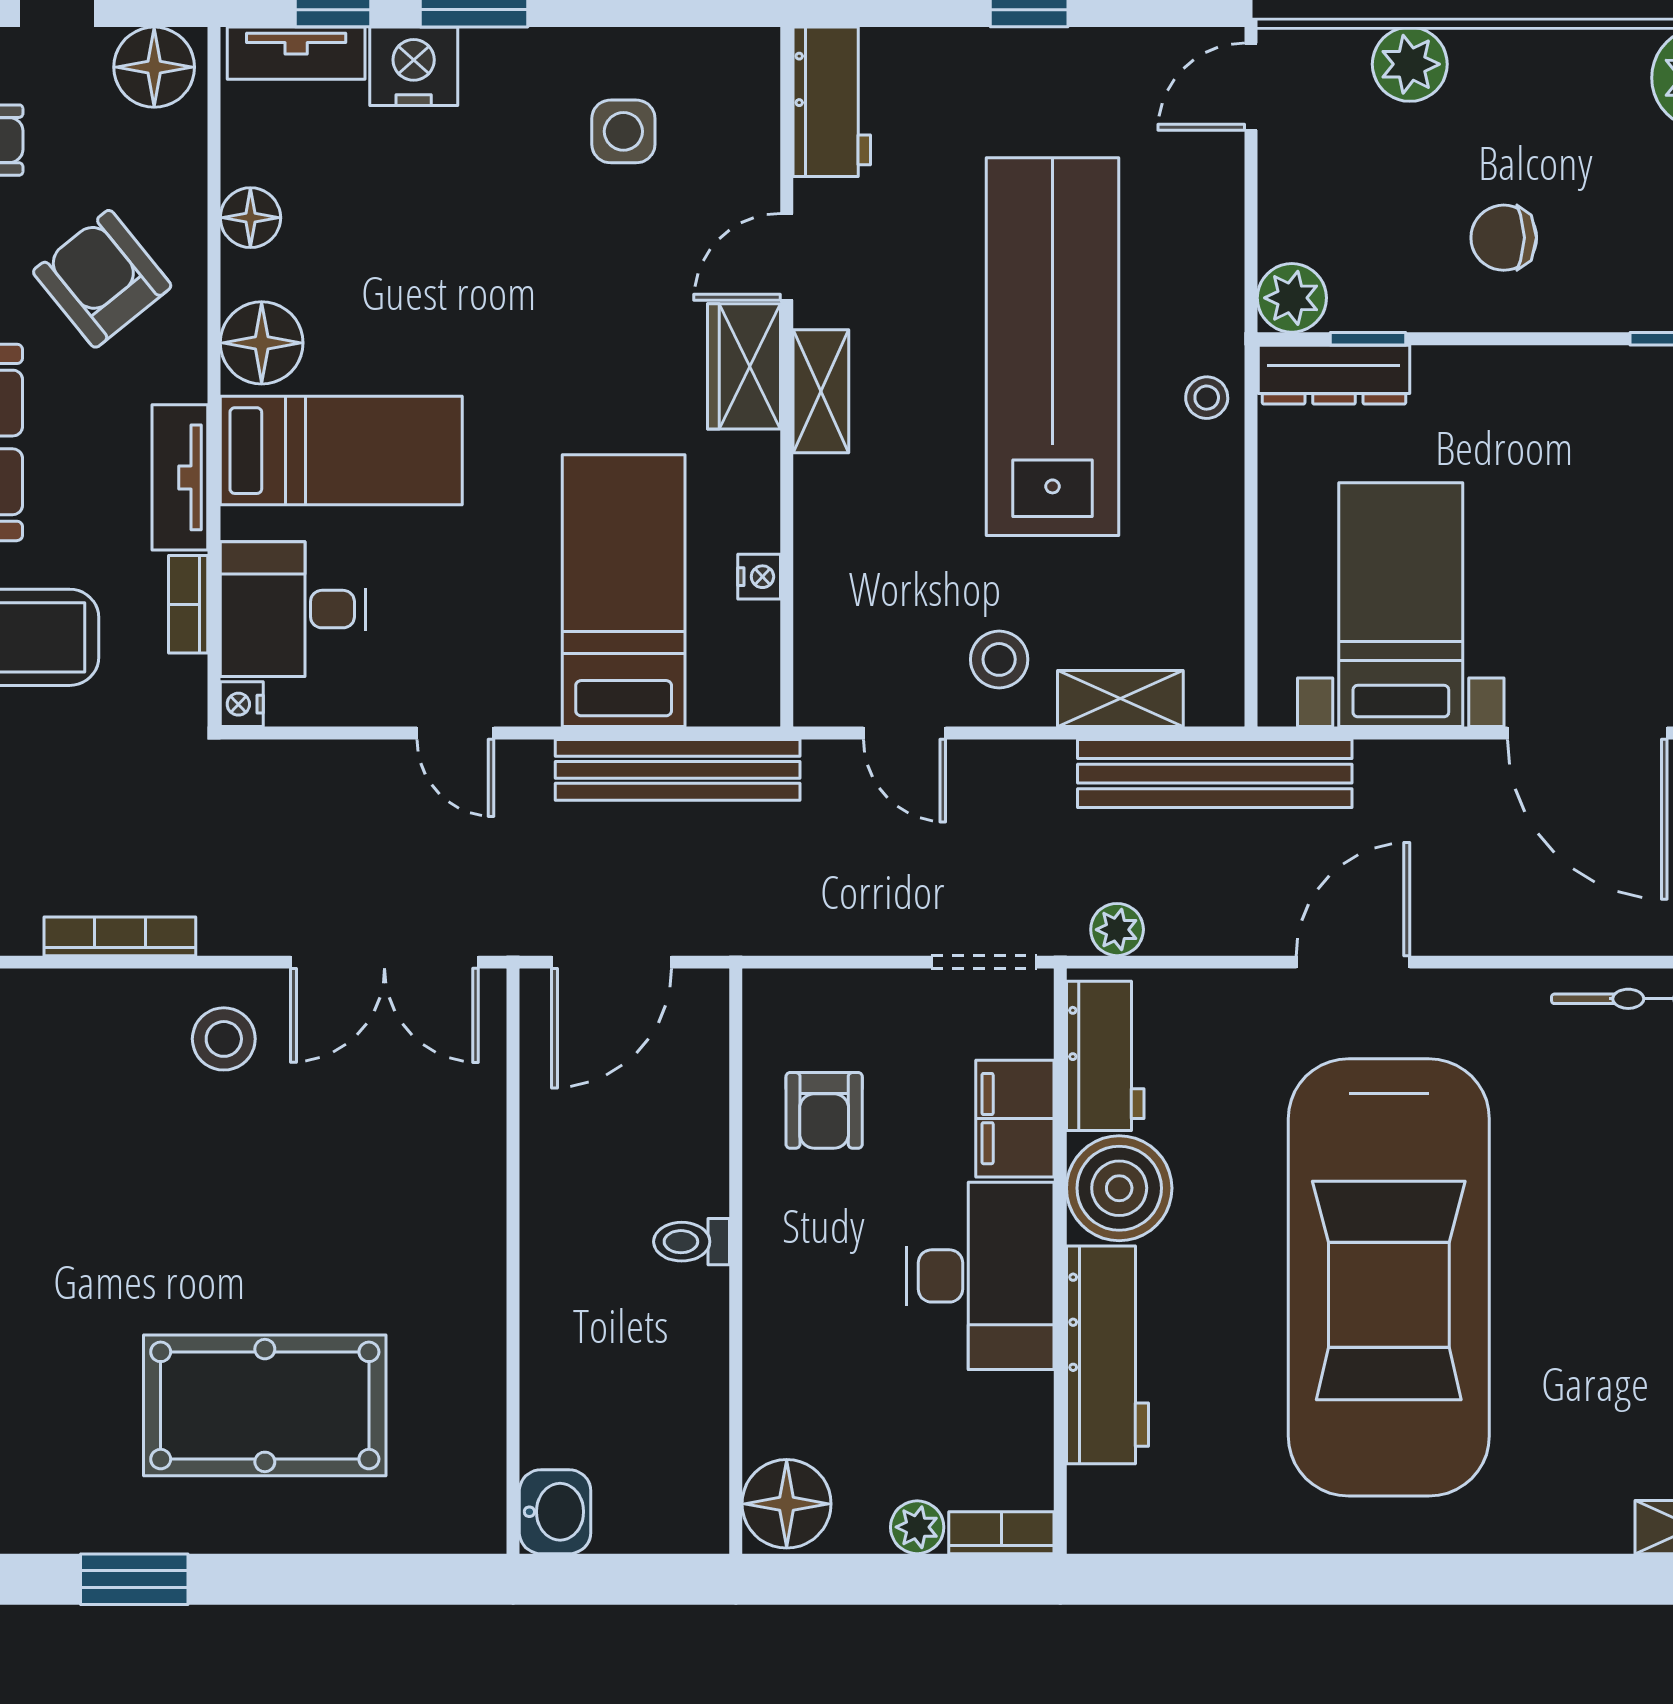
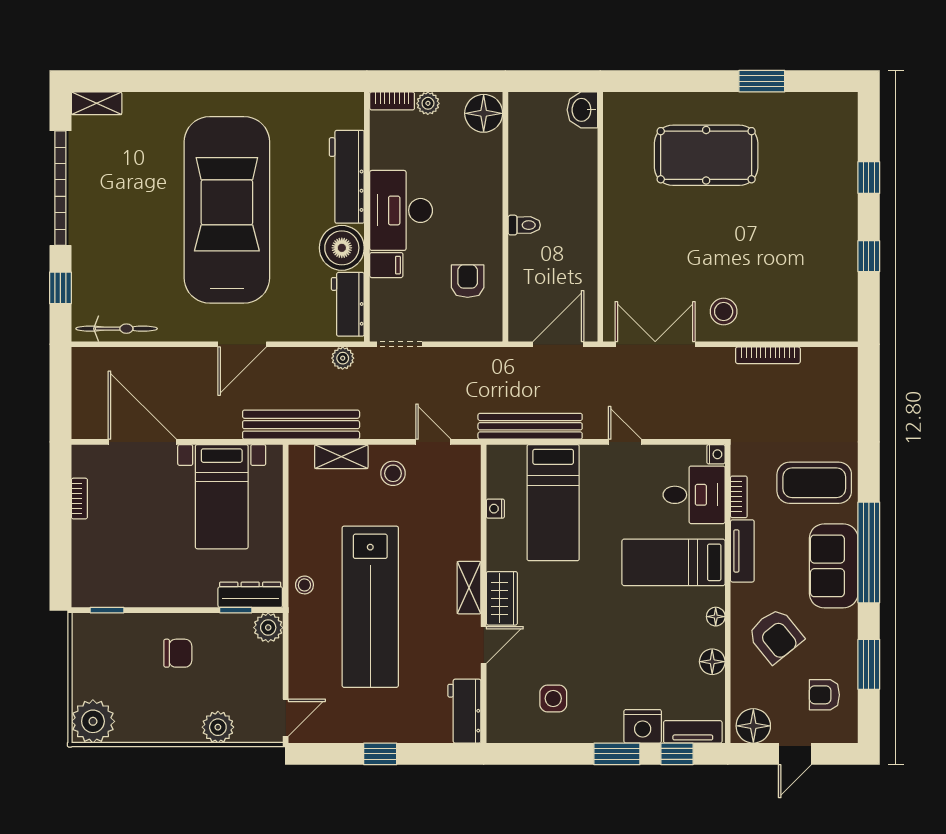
floor lamp: (262, 343) -> (716, 617), width x0.53, depth x0.53
filing cabinet: (1015, 1119) -> (386, 265), width x0.50

